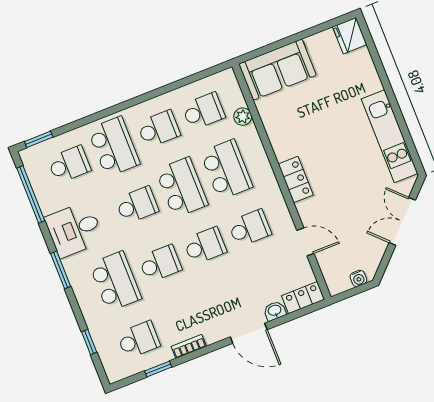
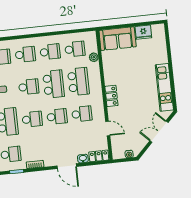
fridge: (350, 36) -> (143, 32), moved, turned -90
school desk: (114, 147) -> (25, 54), width x0.54

